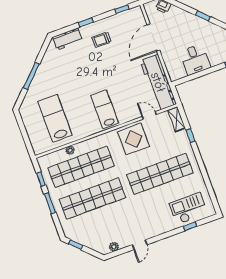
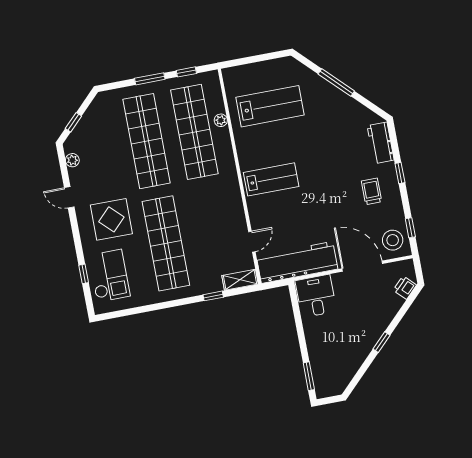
stool: (132, 20) -> (393, 240), added
desk: (195, 59) -> (316, 296), moved, turned 90
display table: (134, 139) -> (111, 219), moved
window: (76, 245) -> (73, 122), moved

